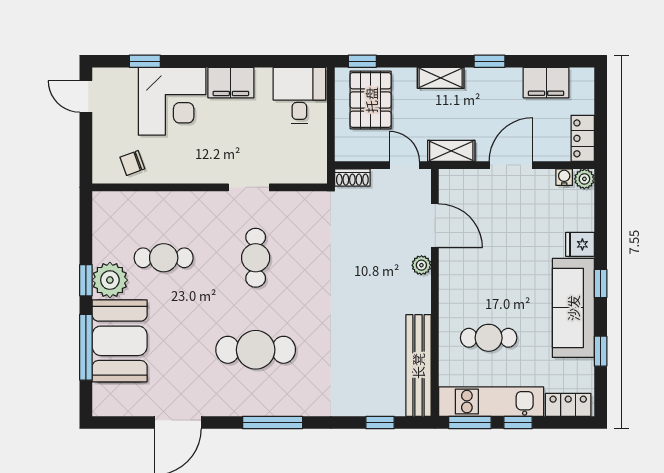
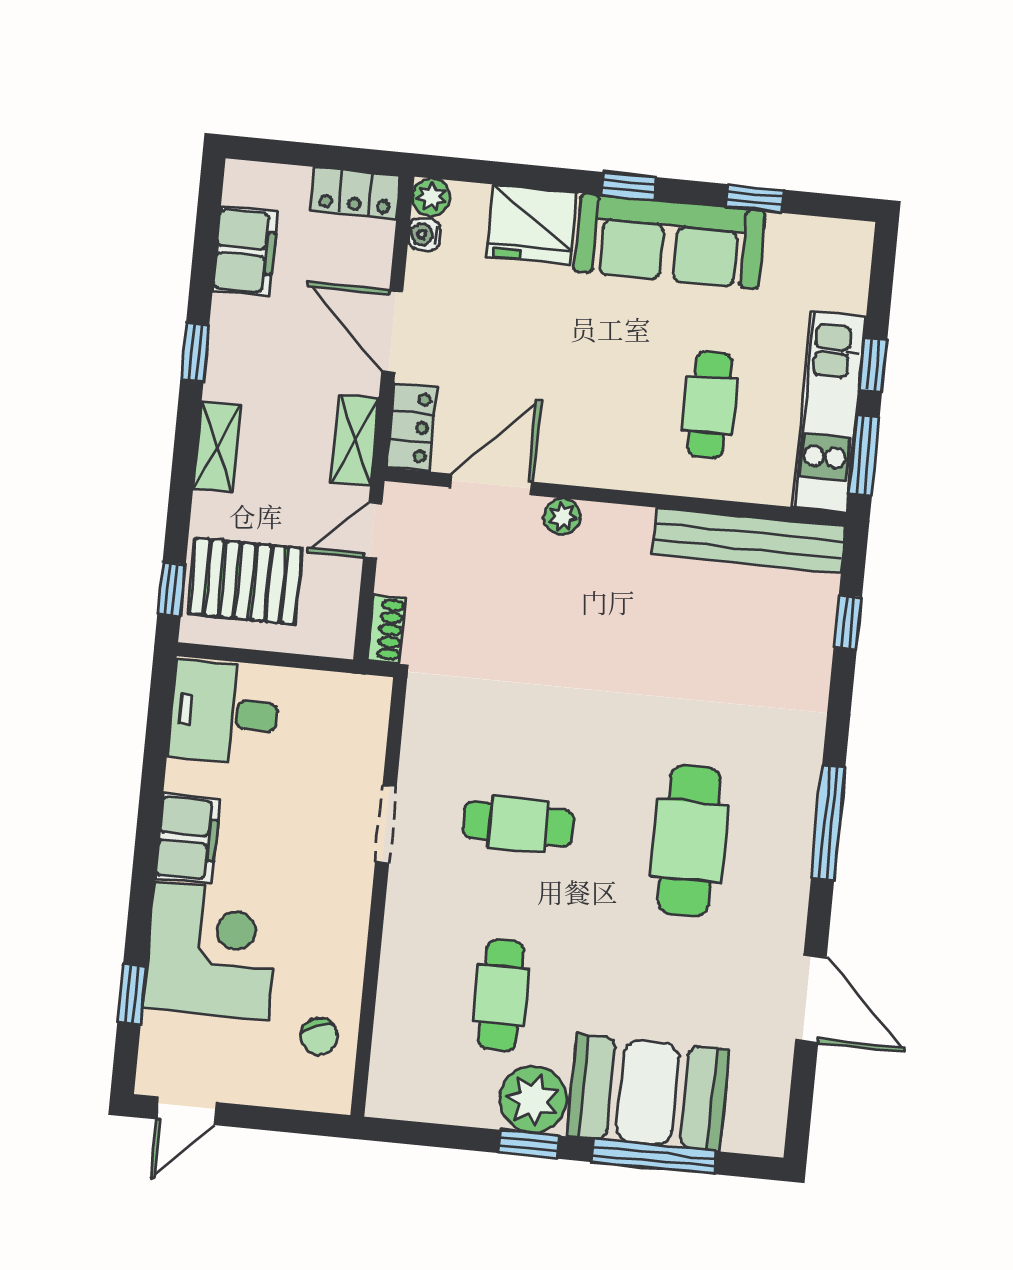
fridge: (580, 244) -> (532, 224), width x1.88, depth x1.34
locker: (568, 405) -> (411, 427), moved, turned 180

